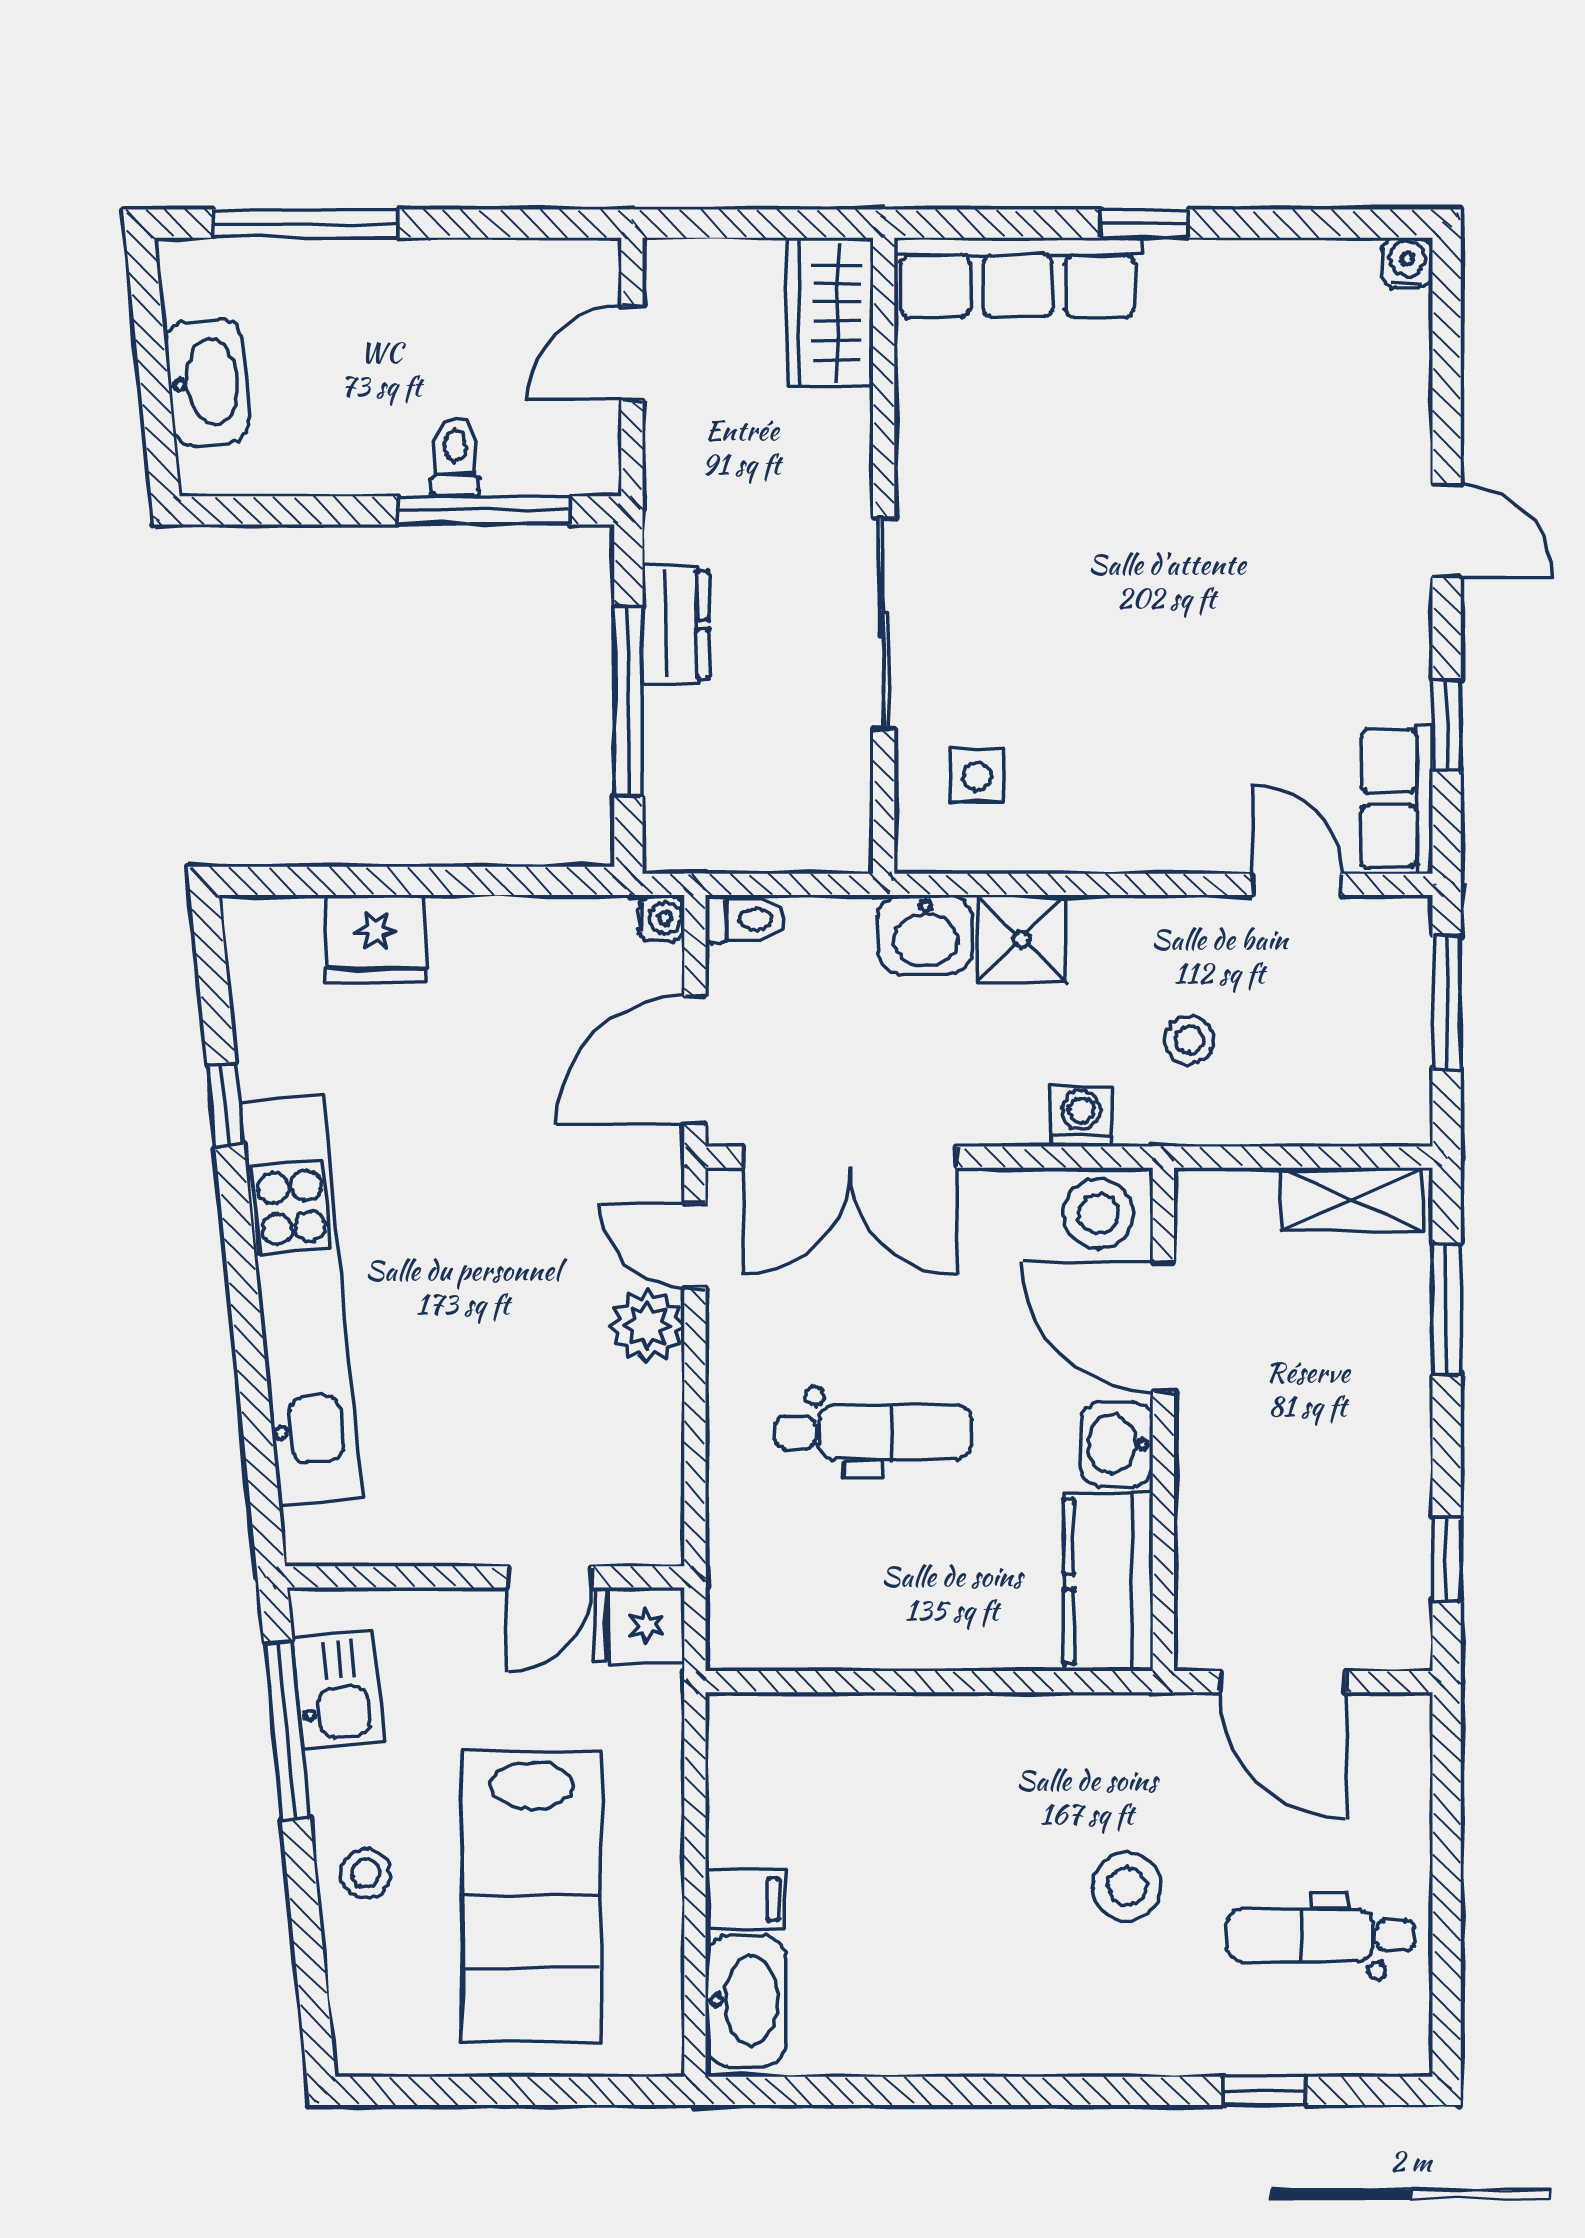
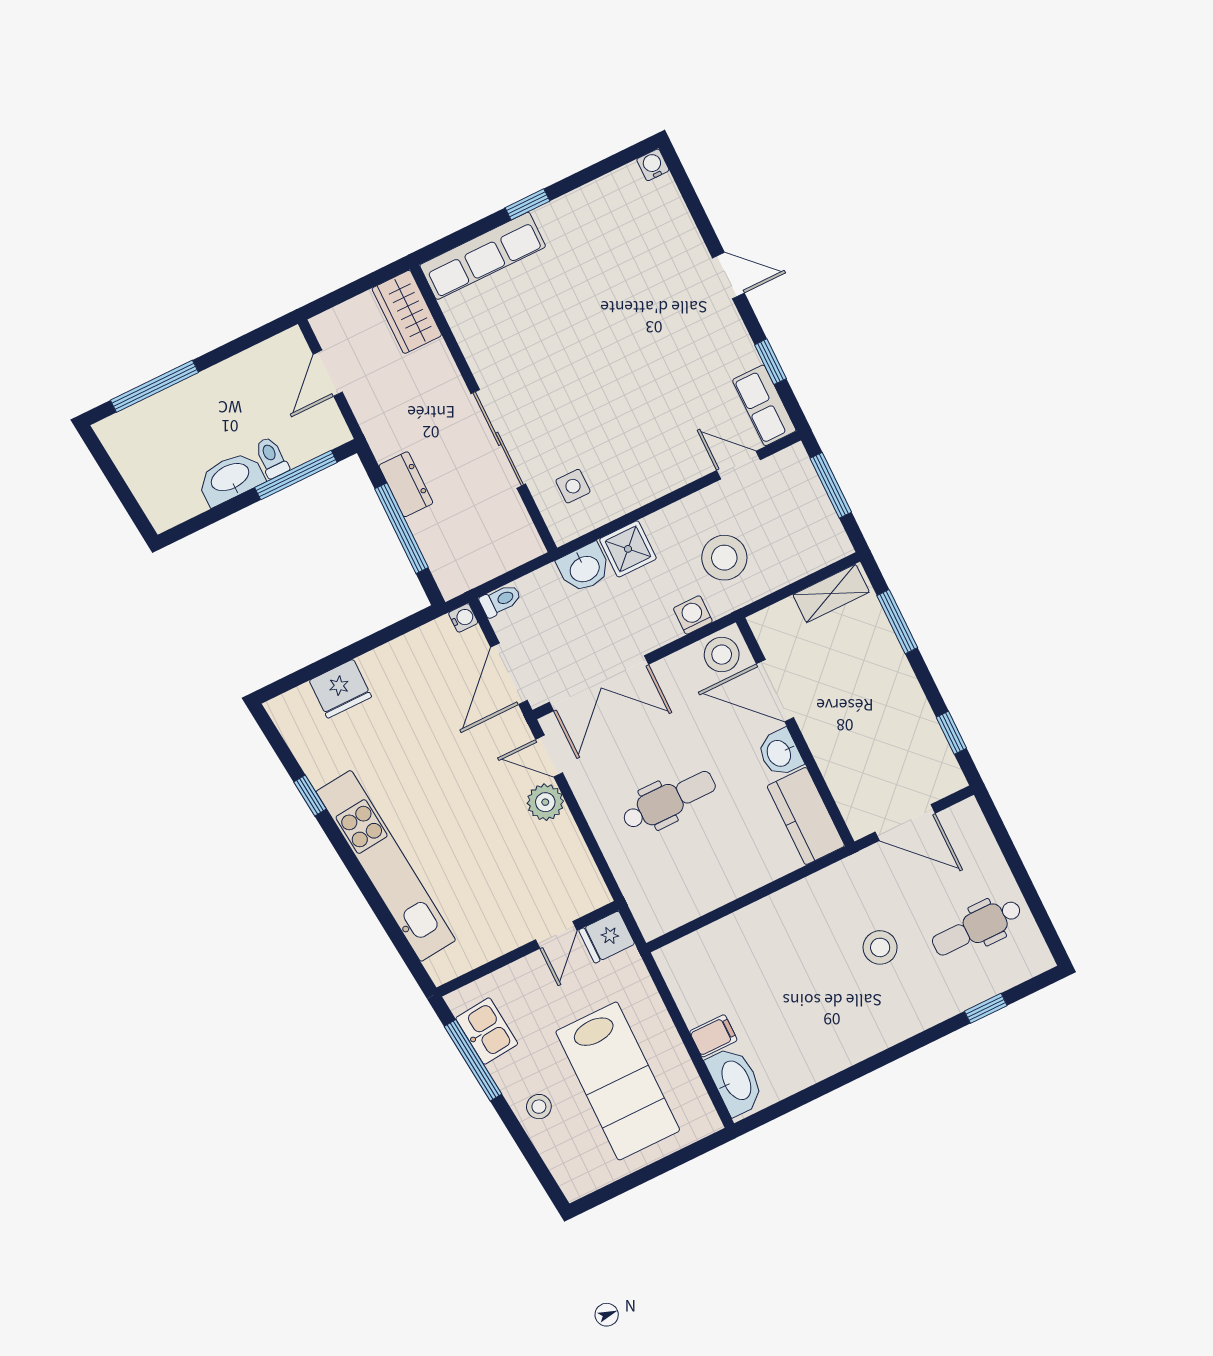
washbasin: (207, 382) -> (231, 478), moved, turned -84
stool: (1189, 1040) -> (724, 558), width x1.89, depth x1.89

